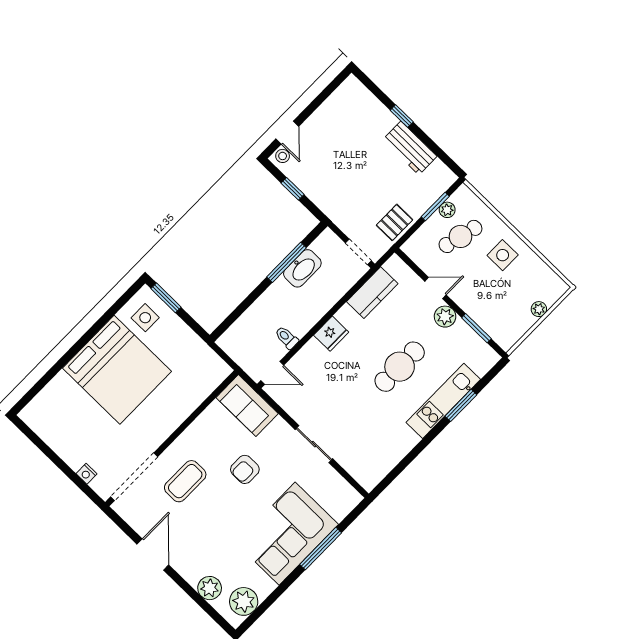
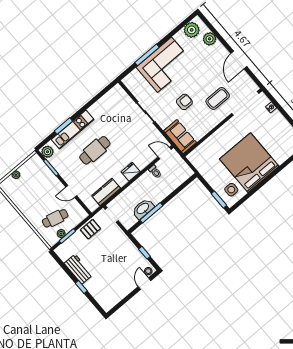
side table: (503, 255) -> (33, 206), removed
plant: (445, 317) -> (47, 152), moved

